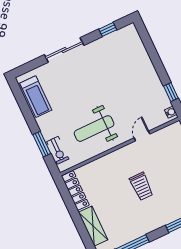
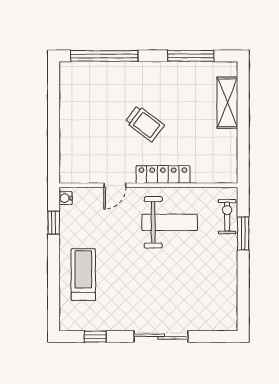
treadmill: (36, 97) -> (83, 275), moved
trolley: (141, 186) -> (145, 124), turned 127
locker: (75, 191) -> (163, 175), moved, turned 90

